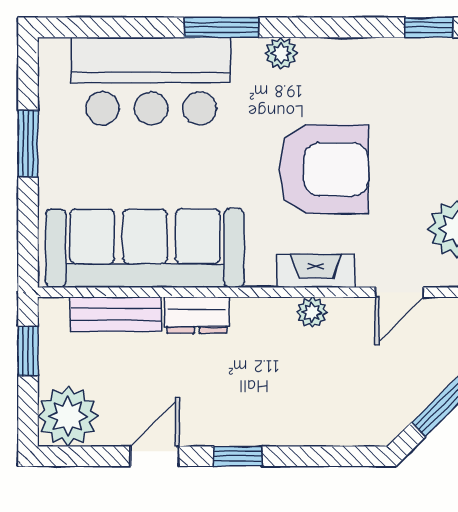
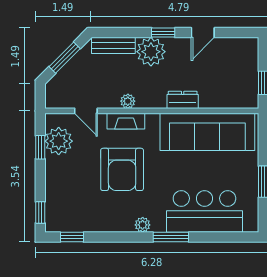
armchair: (324, 169) -> (122, 169), turned -90
door: (400, 292) -> (86, 111), swing flipped
bench: (116, 314) -> (113, 45), moved
plant: (68, 416) -> (151, 52), moved

